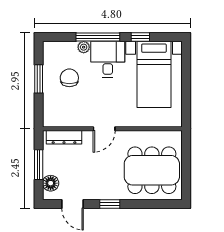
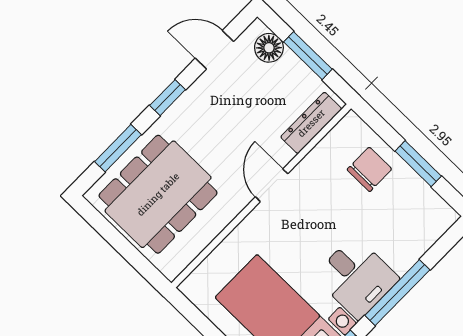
plant: (84, 47) -> (402, 261), removed
chair: (69, 78) -> (369, 169), moved, turned -90
window: (149, 204) -> (118, 148), added

